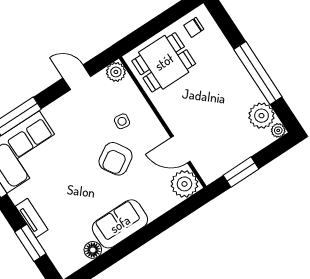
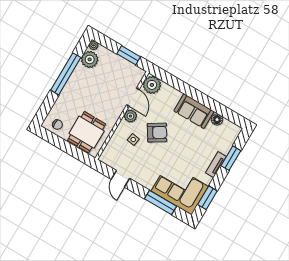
dining table: (164, 62) -> (87, 132), turned 90
plant: (116, 72) -> (130, 116), moved

